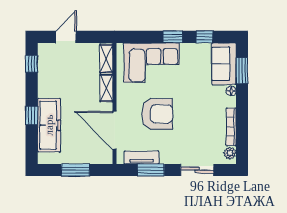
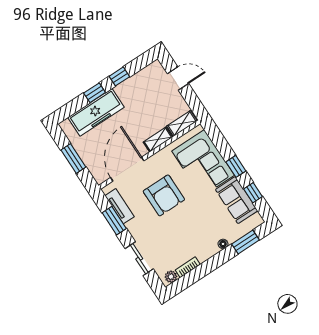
window: (32, 64) -> (119, 76), moved
sofa: (224, 64) -> (237, 200), moved, turned -90
bookcase: (231, 127) -> (188, 267), width x0.64

